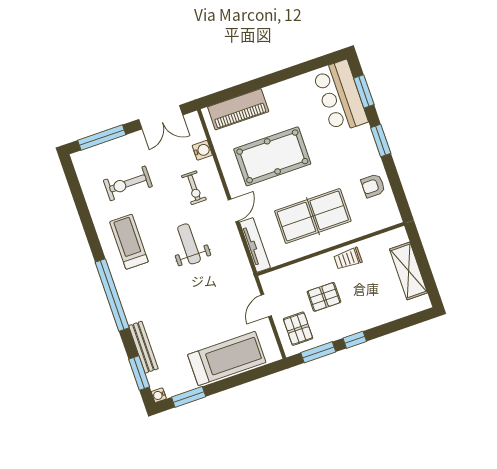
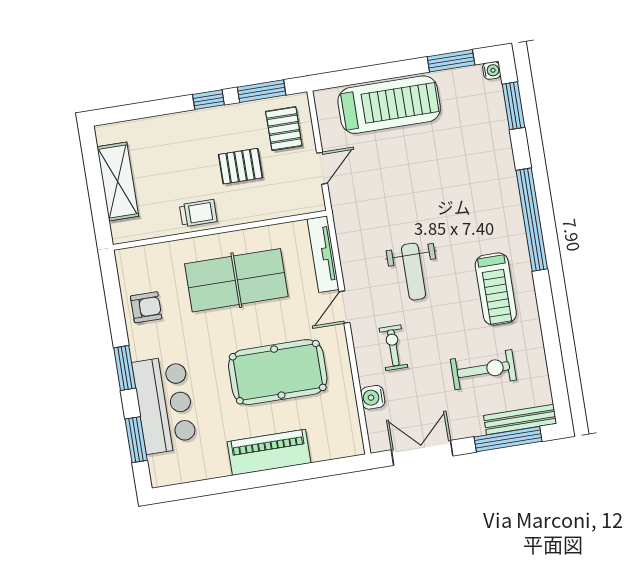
bar counter: (340, 96) -> (164, 404), moved
piano: (238, 109) -> (269, 452), moved
bench: (143, 347) -> (520, 420), moved, turned 90
treadmill: (227, 358) -> (389, 105), turned 180

